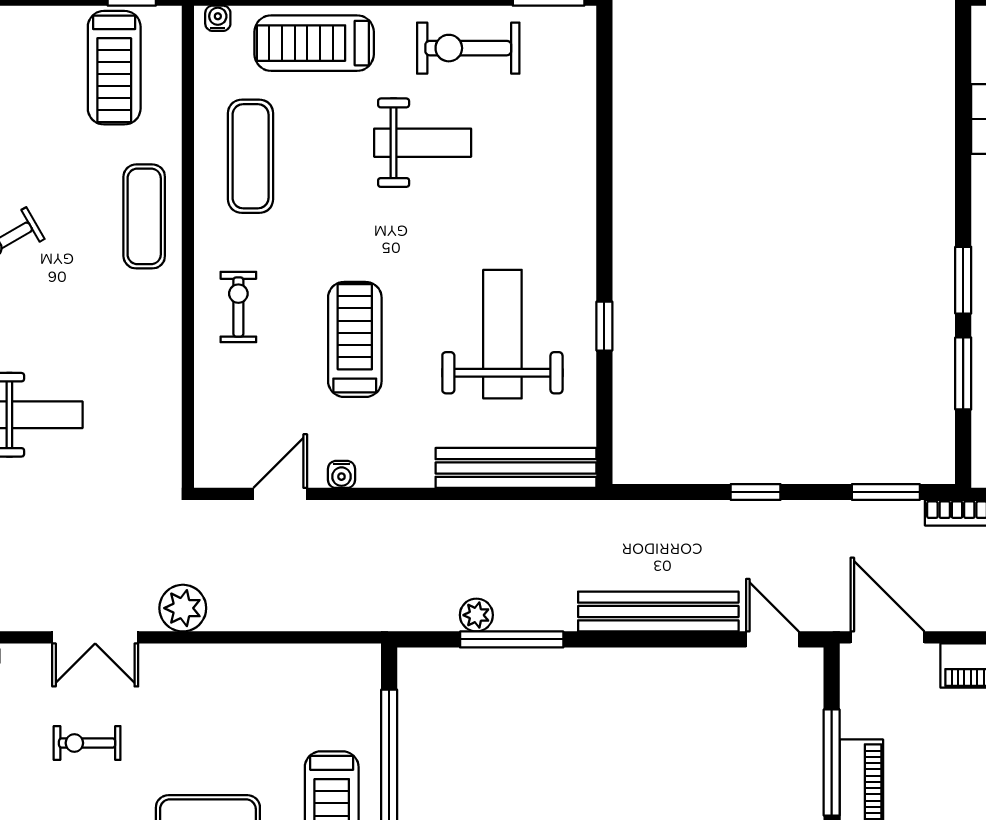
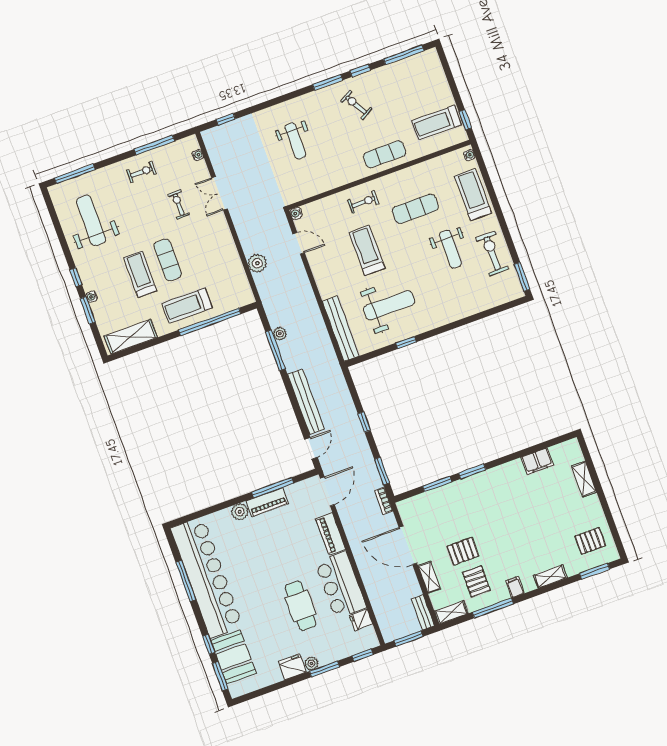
exercise mat: (251, 156) -> (415, 209), moved
treadmill: (355, 339) -> (367, 250), turned -90
water cooler: (341, 474) -> (296, 213), moved
plant: (183, 608) -> (257, 263), moved

